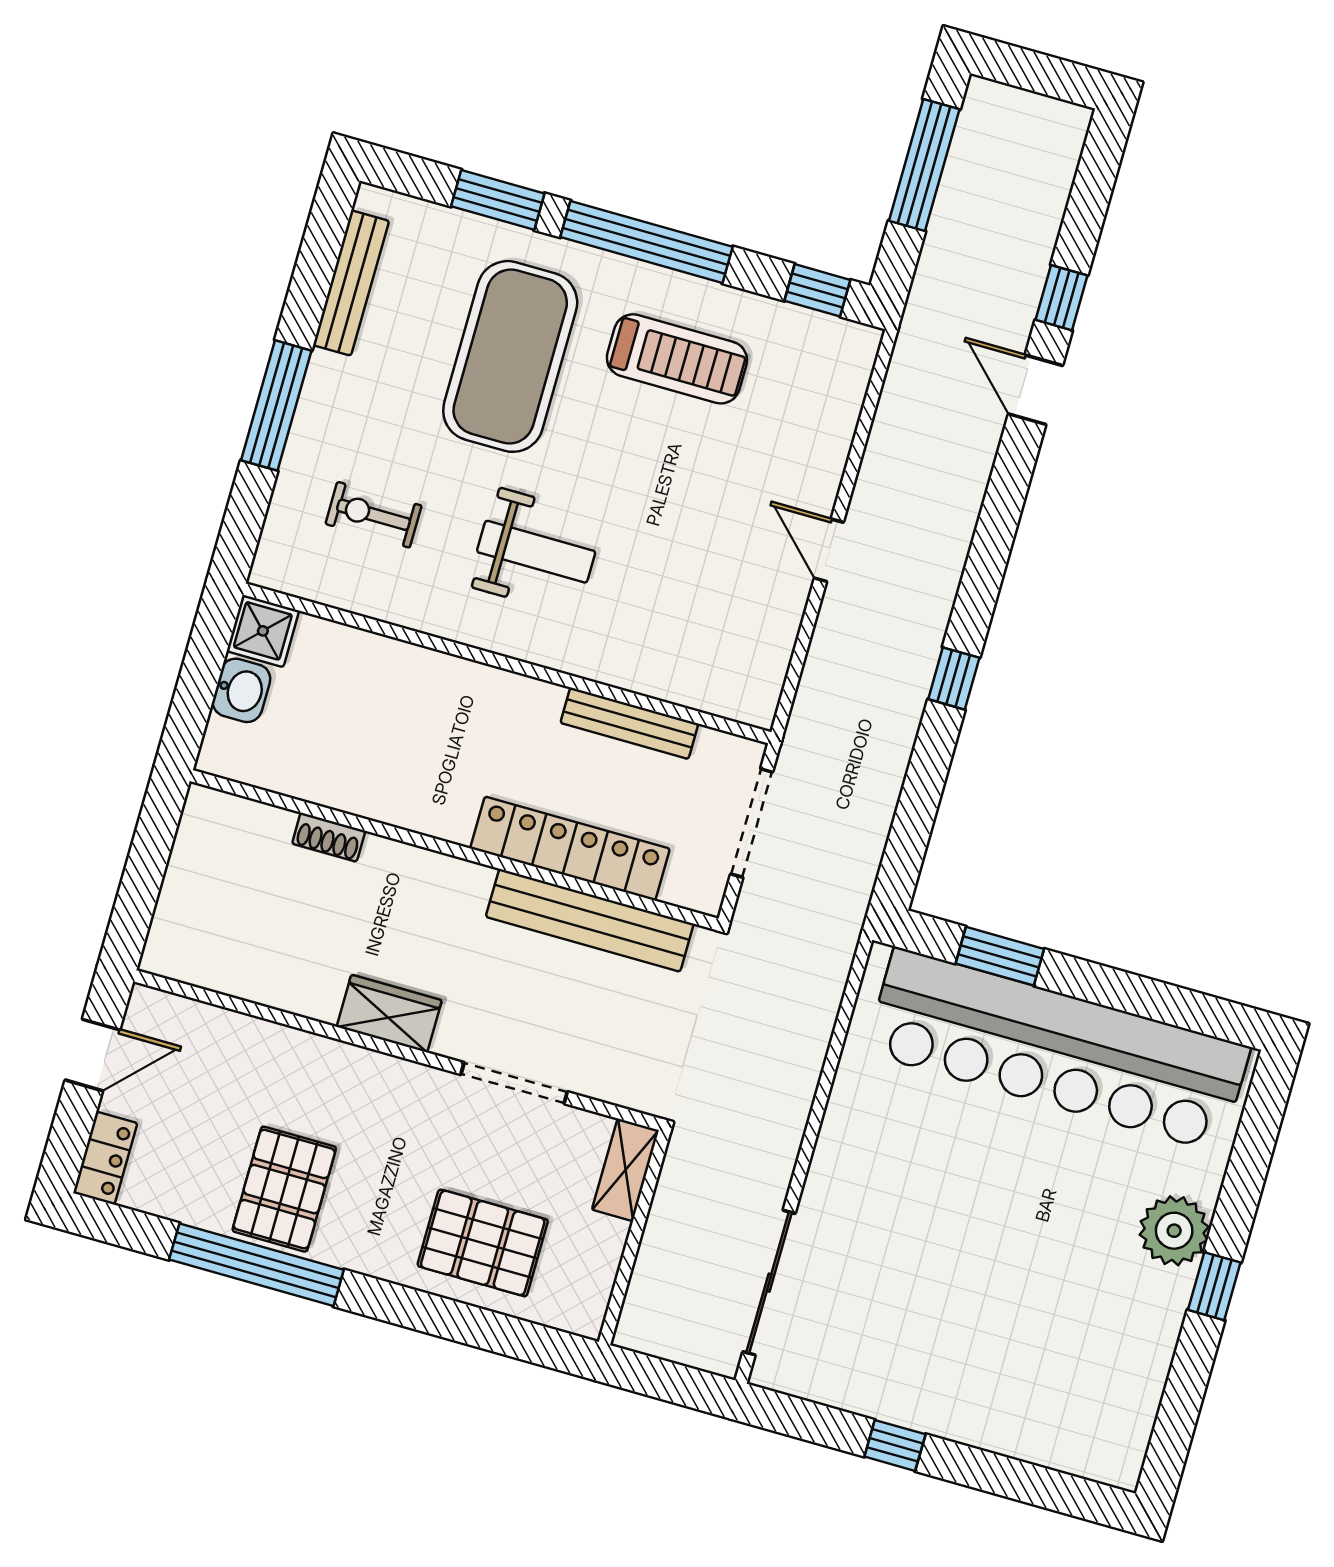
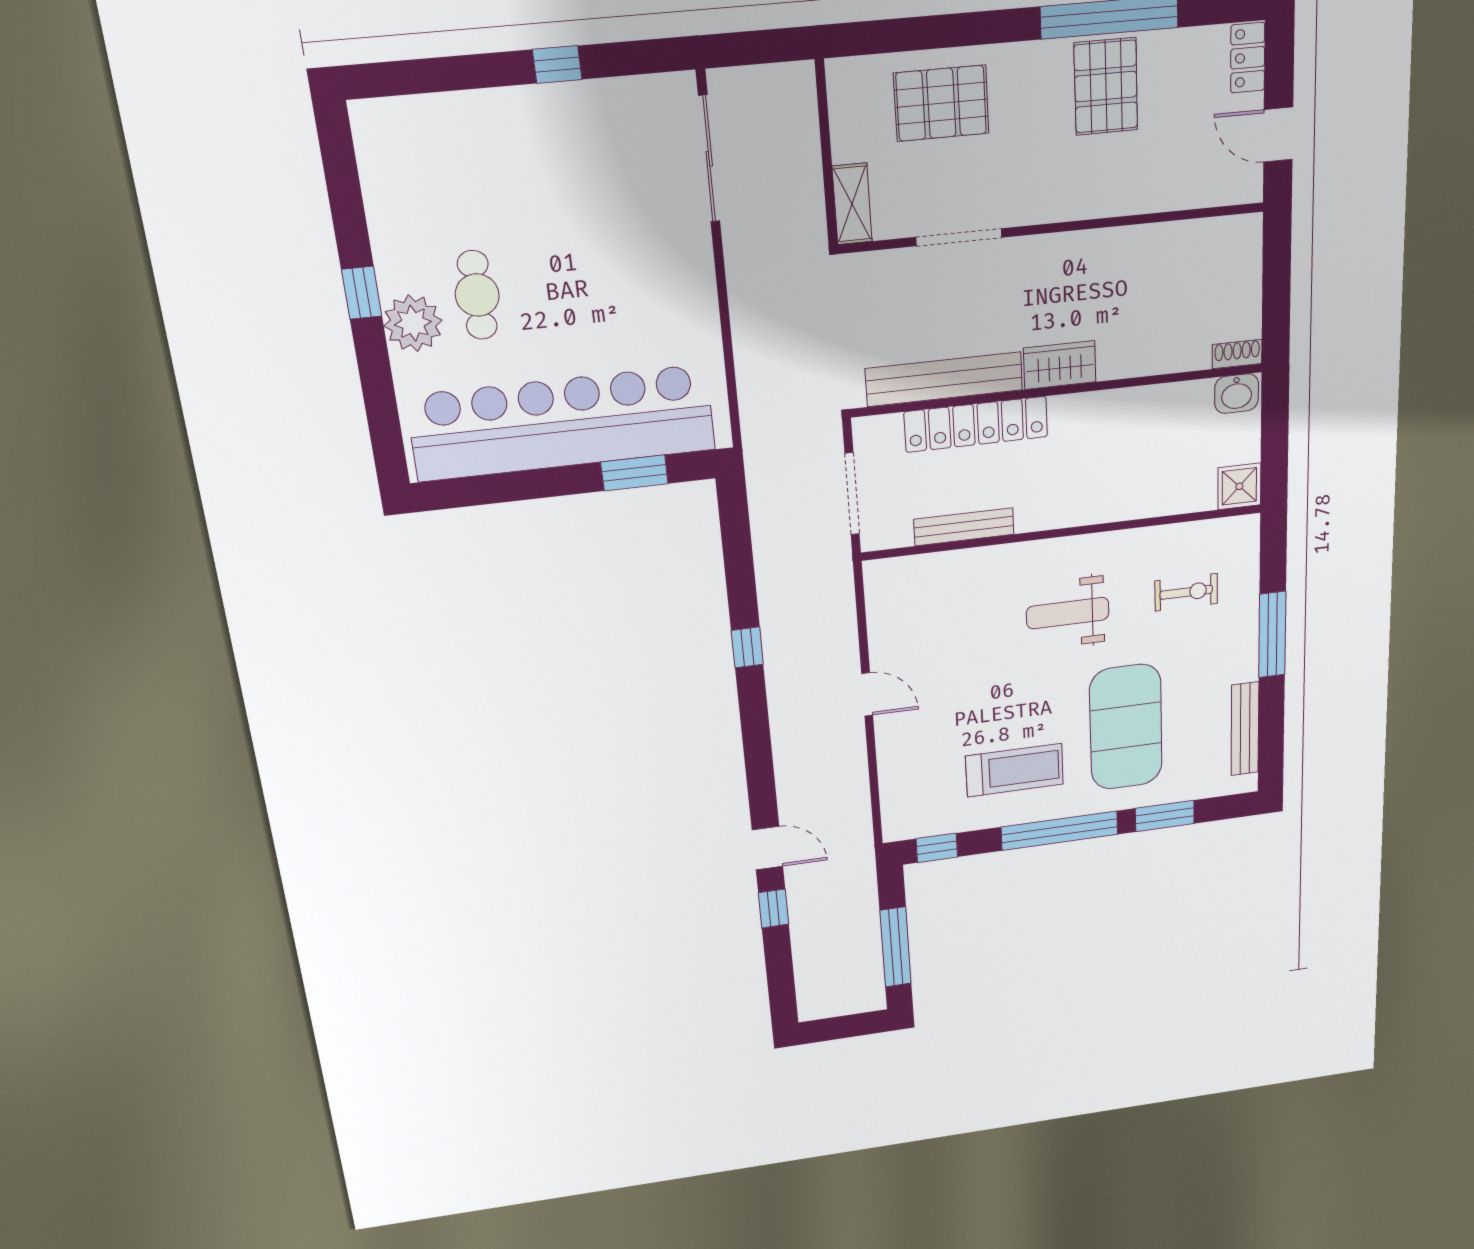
treadmill: (677, 359) -> (1015, 770), turned 180
washbasin: (241, 690) -> (1237, 394), moved, turned -90
shoe rack: (329, 837) -> (1237, 354), moved
wardrobe: (389, 1014) -> (1060, 365), moved, turned 180
door: (92, 1055) -> (1278, 135), hinge flipped
cafe table: (1089, 1234) -> (477, 295), added

